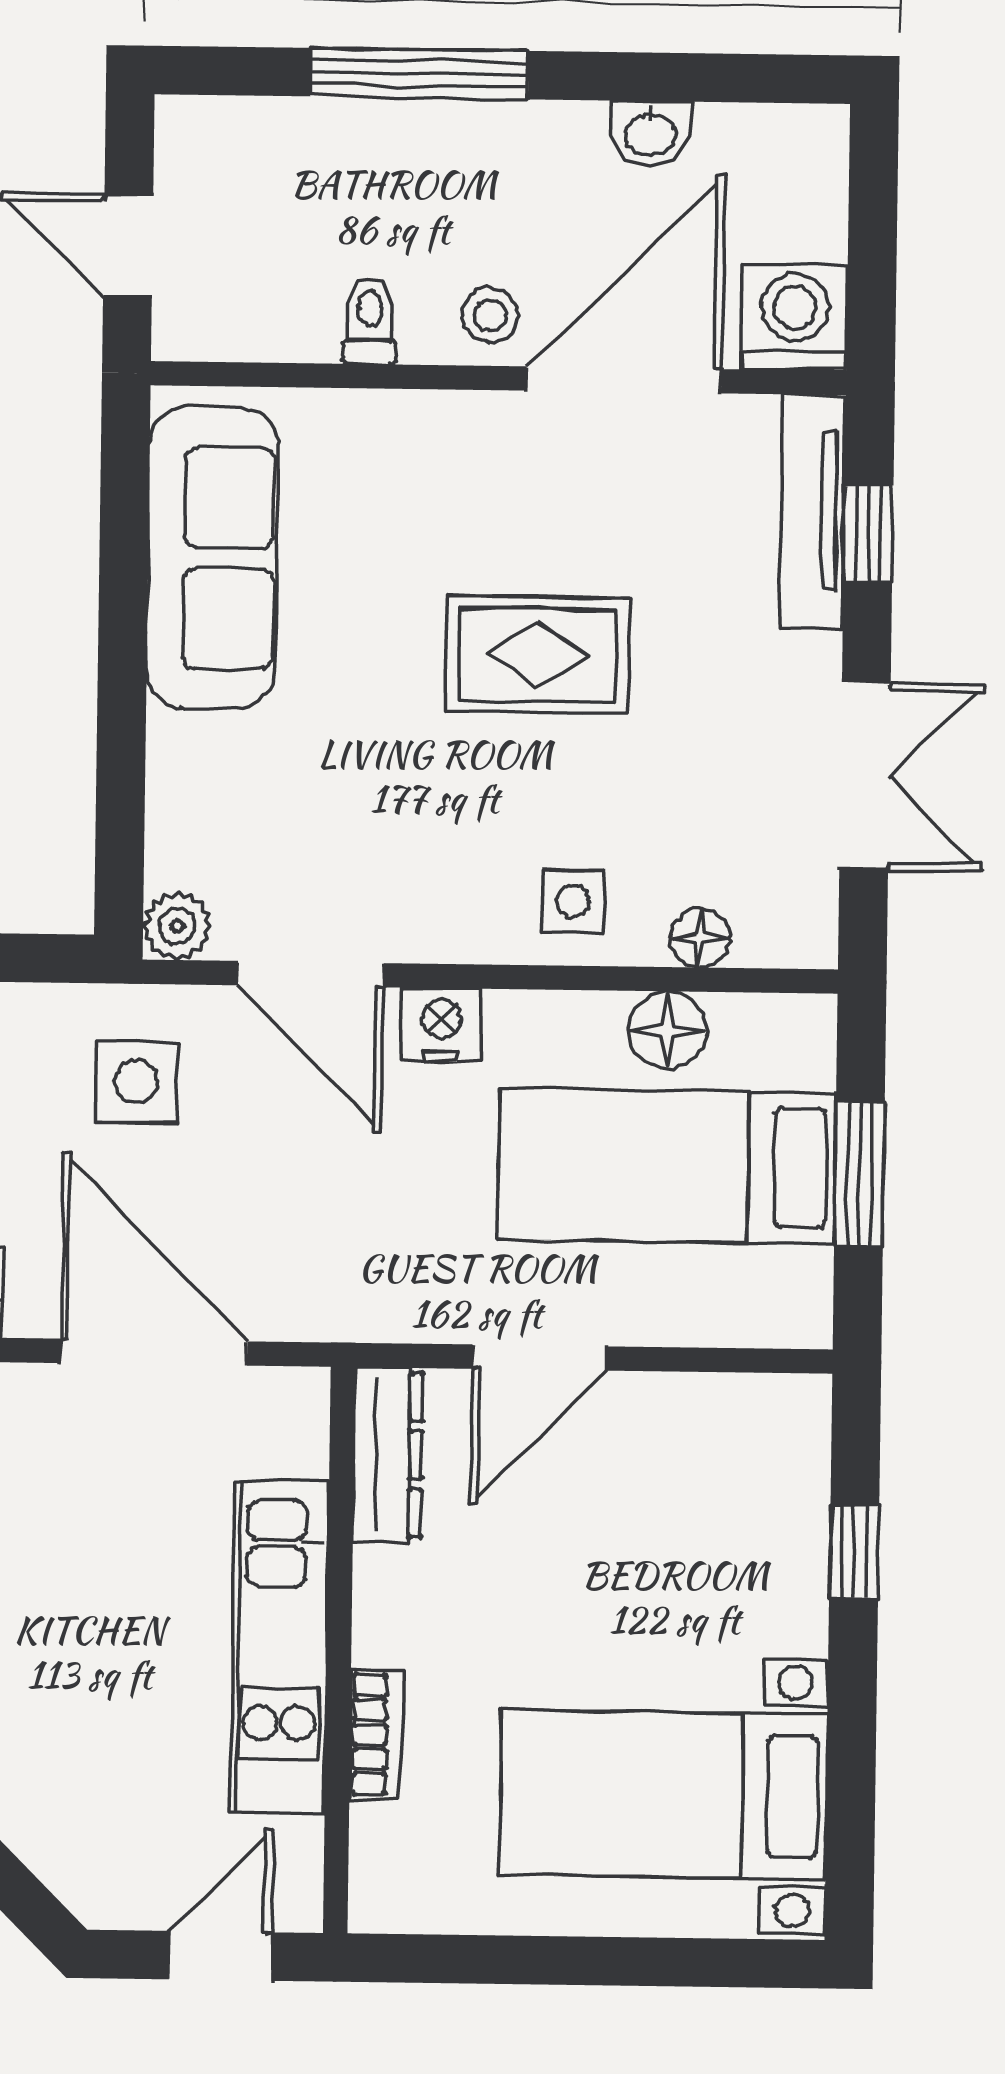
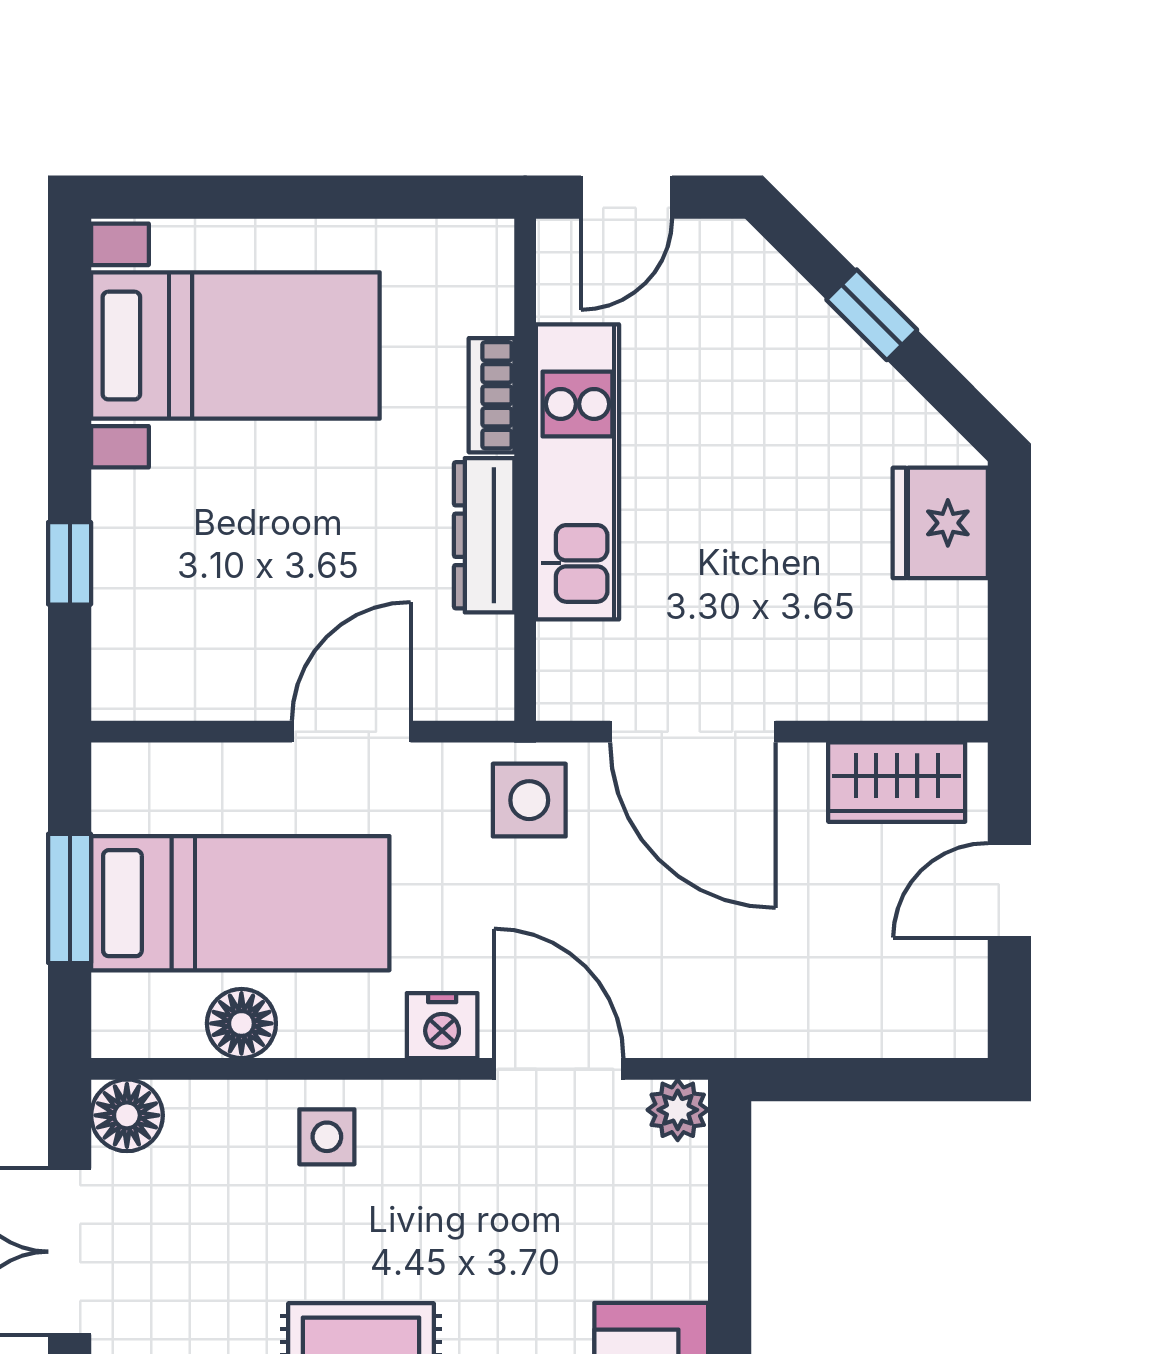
floor lamp: (700, 938) -> (127, 1115), moved, width x1.37, depth x1.37
side table: (136, 1081) -> (529, 800), moved
dresser: (388, 1455) -> (484, 535), moved

